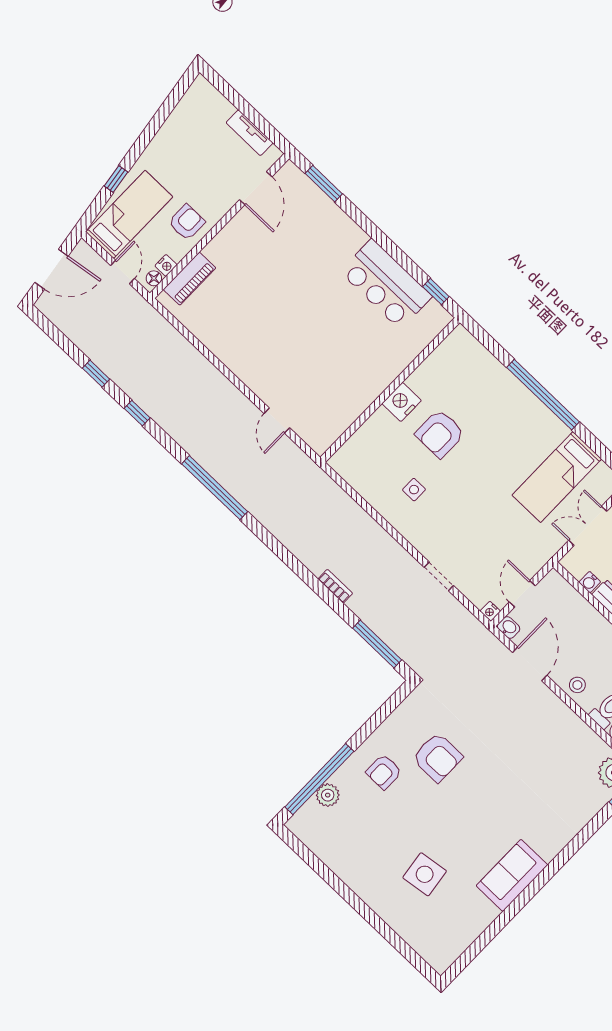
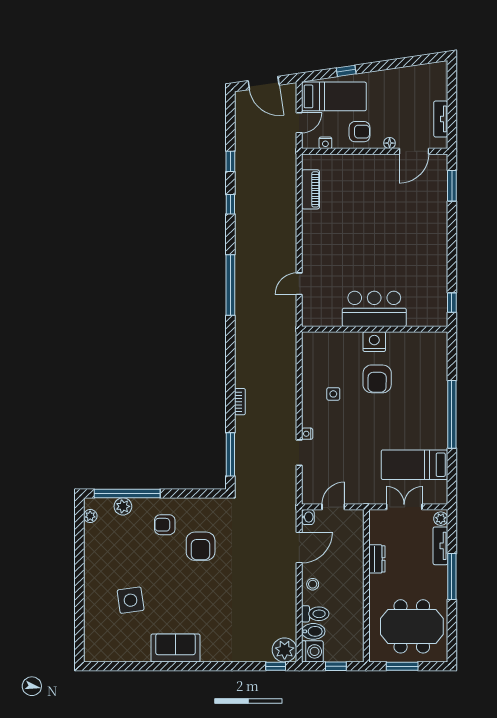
floor lamp: (154, 278) -> (390, 143), moved
piano: (190, 279) -> (311, 189), moved, turned -90
bar counter: (386, 284) -> (374, 309), moved, turned 90
armchair: (440, 434) -> (377, 379), turned -89
water cooler: (590, 582) -> (375, 537), removed
nightstand: (490, 611) -> (307, 434), moved
plant: (307, 835) -> (90, 516), added

